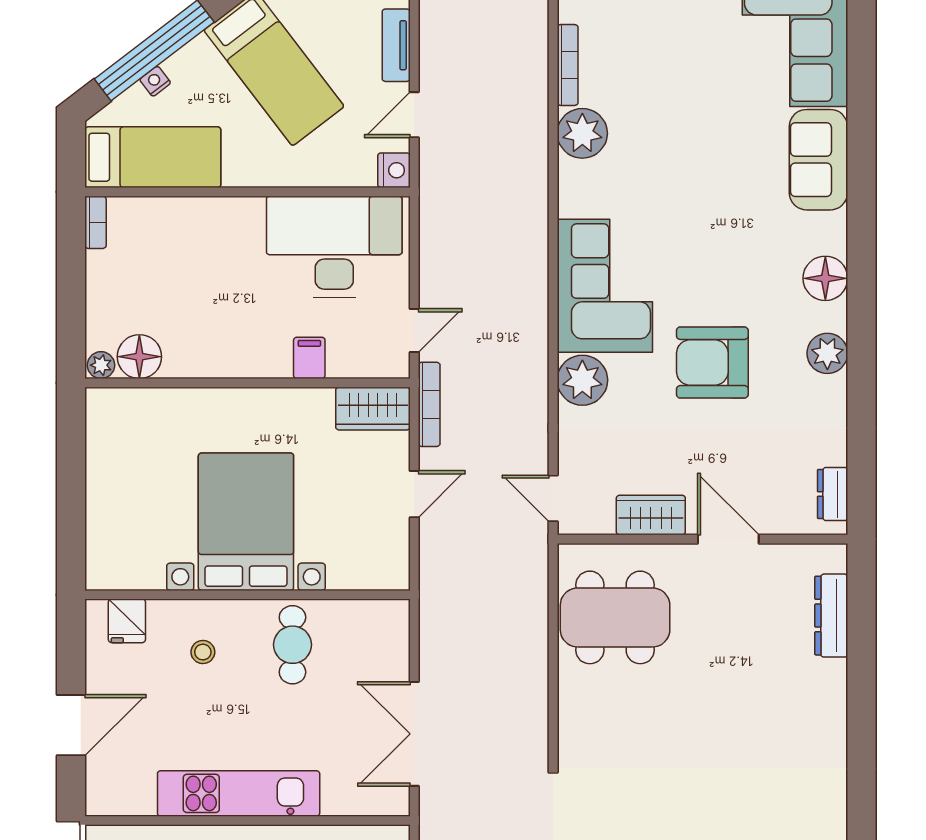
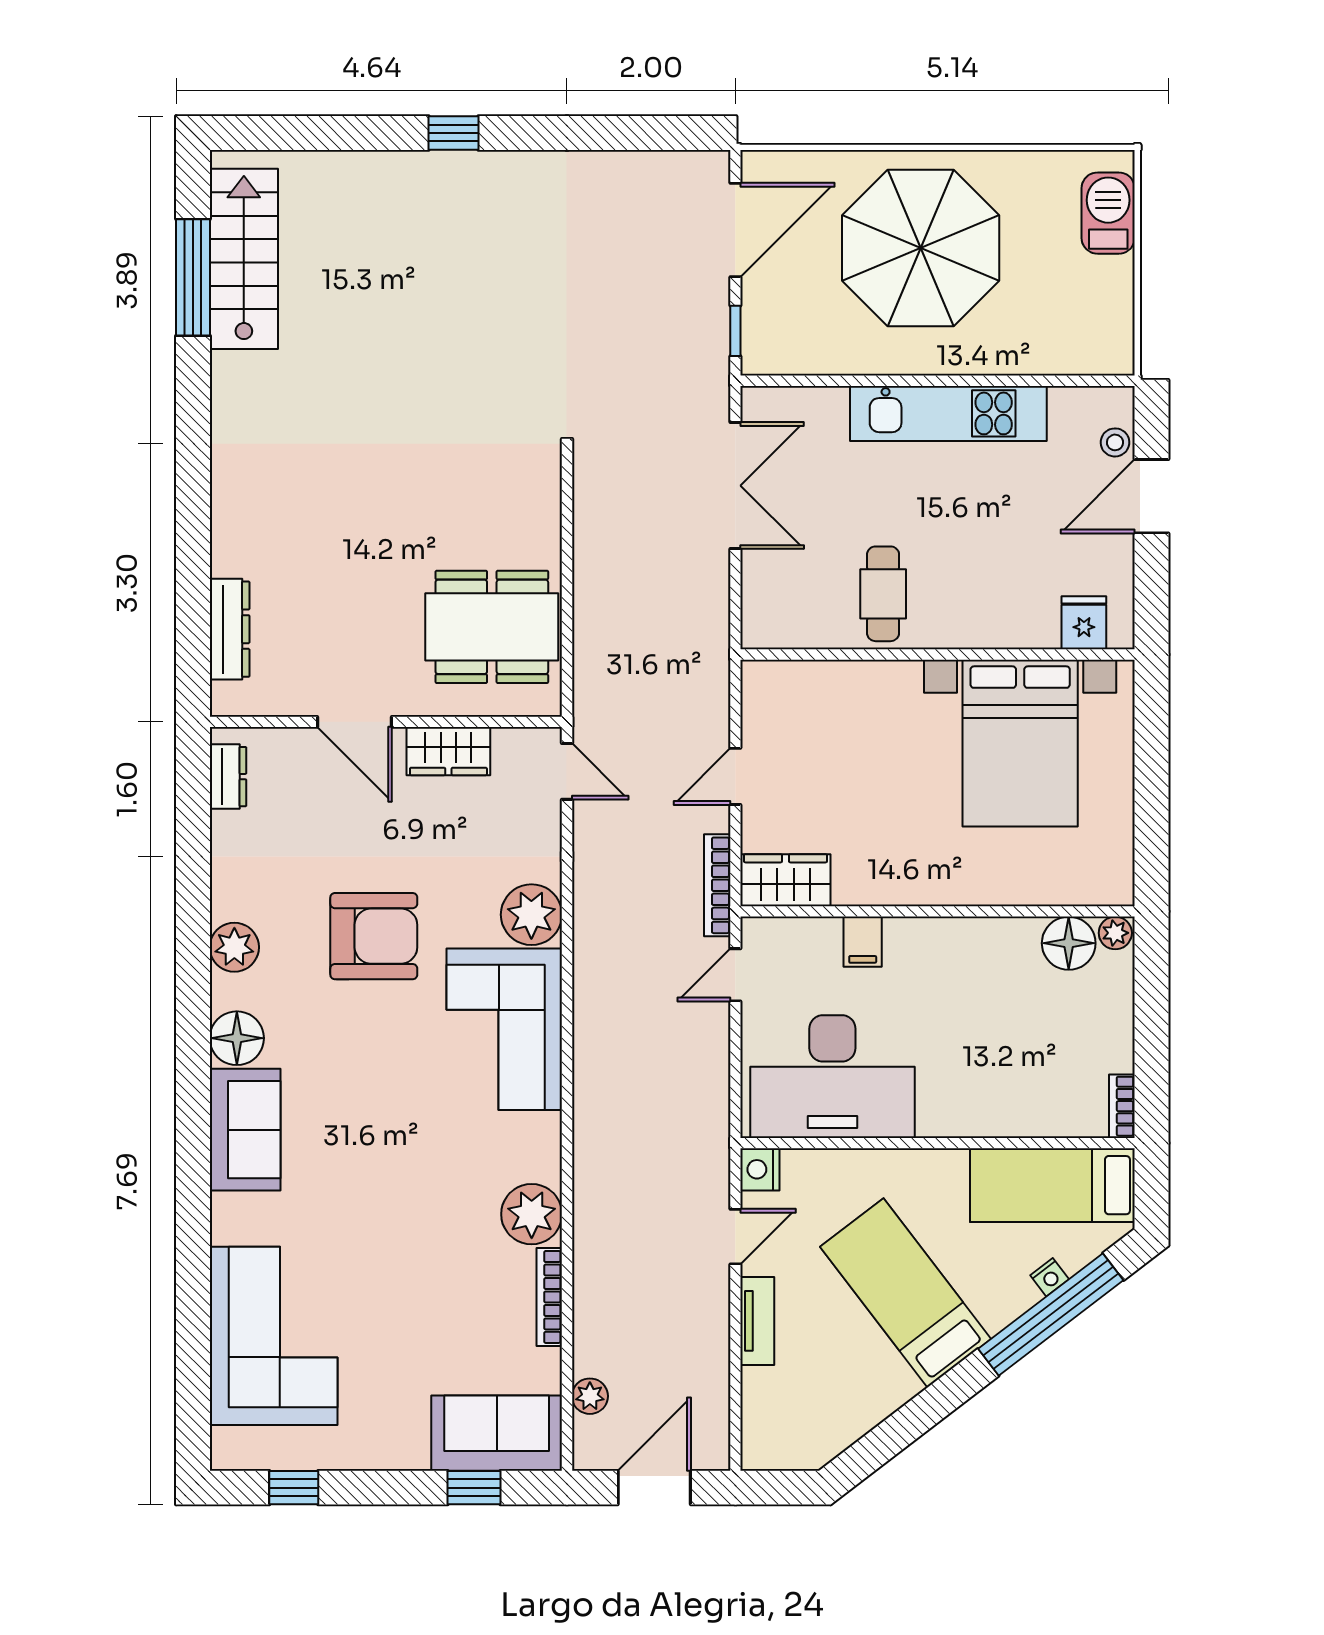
sofa: (818, 160) -> (245, 1130), moved
bed with nightstands: (246, 522) -> (1020, 743), moved
stool: (203, 652) -> (1115, 442), moved

